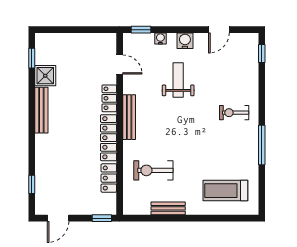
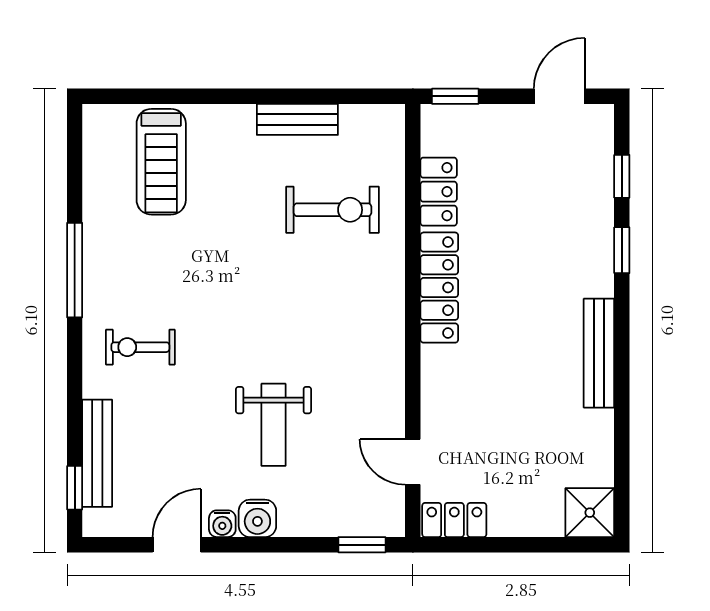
water cooler: (160, 38) -> (222, 524), moved
window: (32, 58) -> (622, 250), moved
shower: (45, 76) -> (590, 513), moved
locker: (109, 98) -> (454, 520), moved, turned -90
exercise bike: (234, 113) -> (140, 347), turned 180
bench: (129, 117) -> (97, 453), moved
treadmill: (225, 191) -> (161, 162), turned 90

